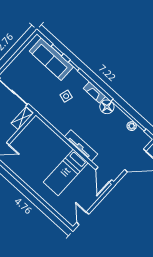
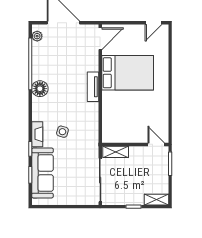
fireplace: (95, 92) -> (37, 134), moved
plant: (132, 126) -> (37, 36), moved
tv unit: (81, 146) -> (93, 87), width x0.71
bed: (66, 172) -> (128, 73), width x1.50

